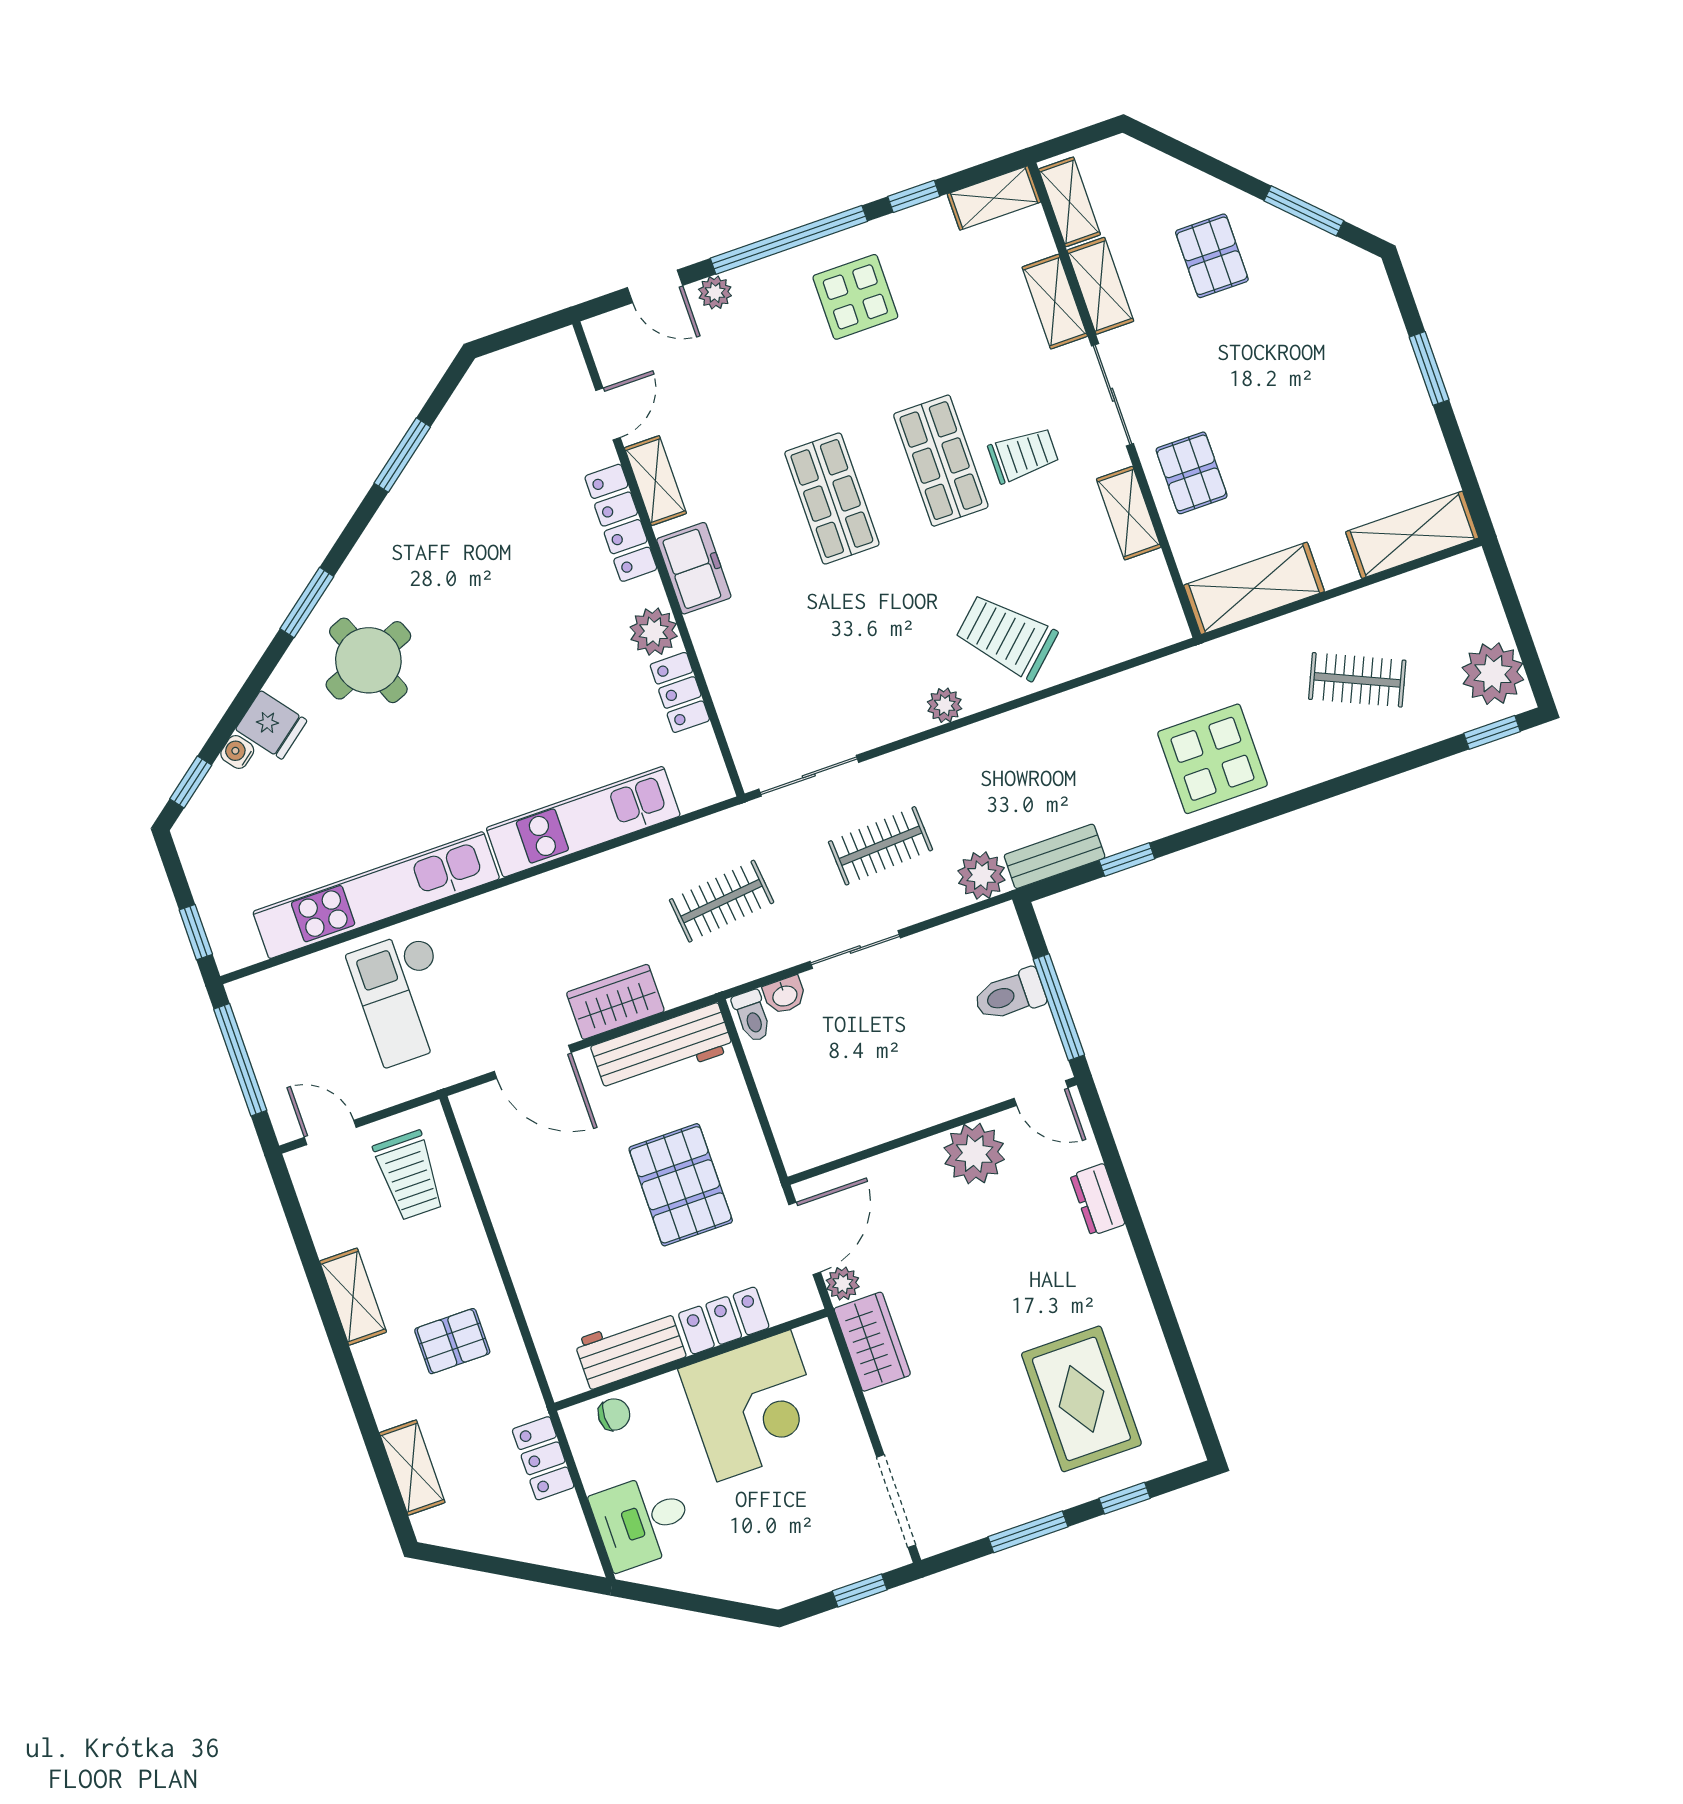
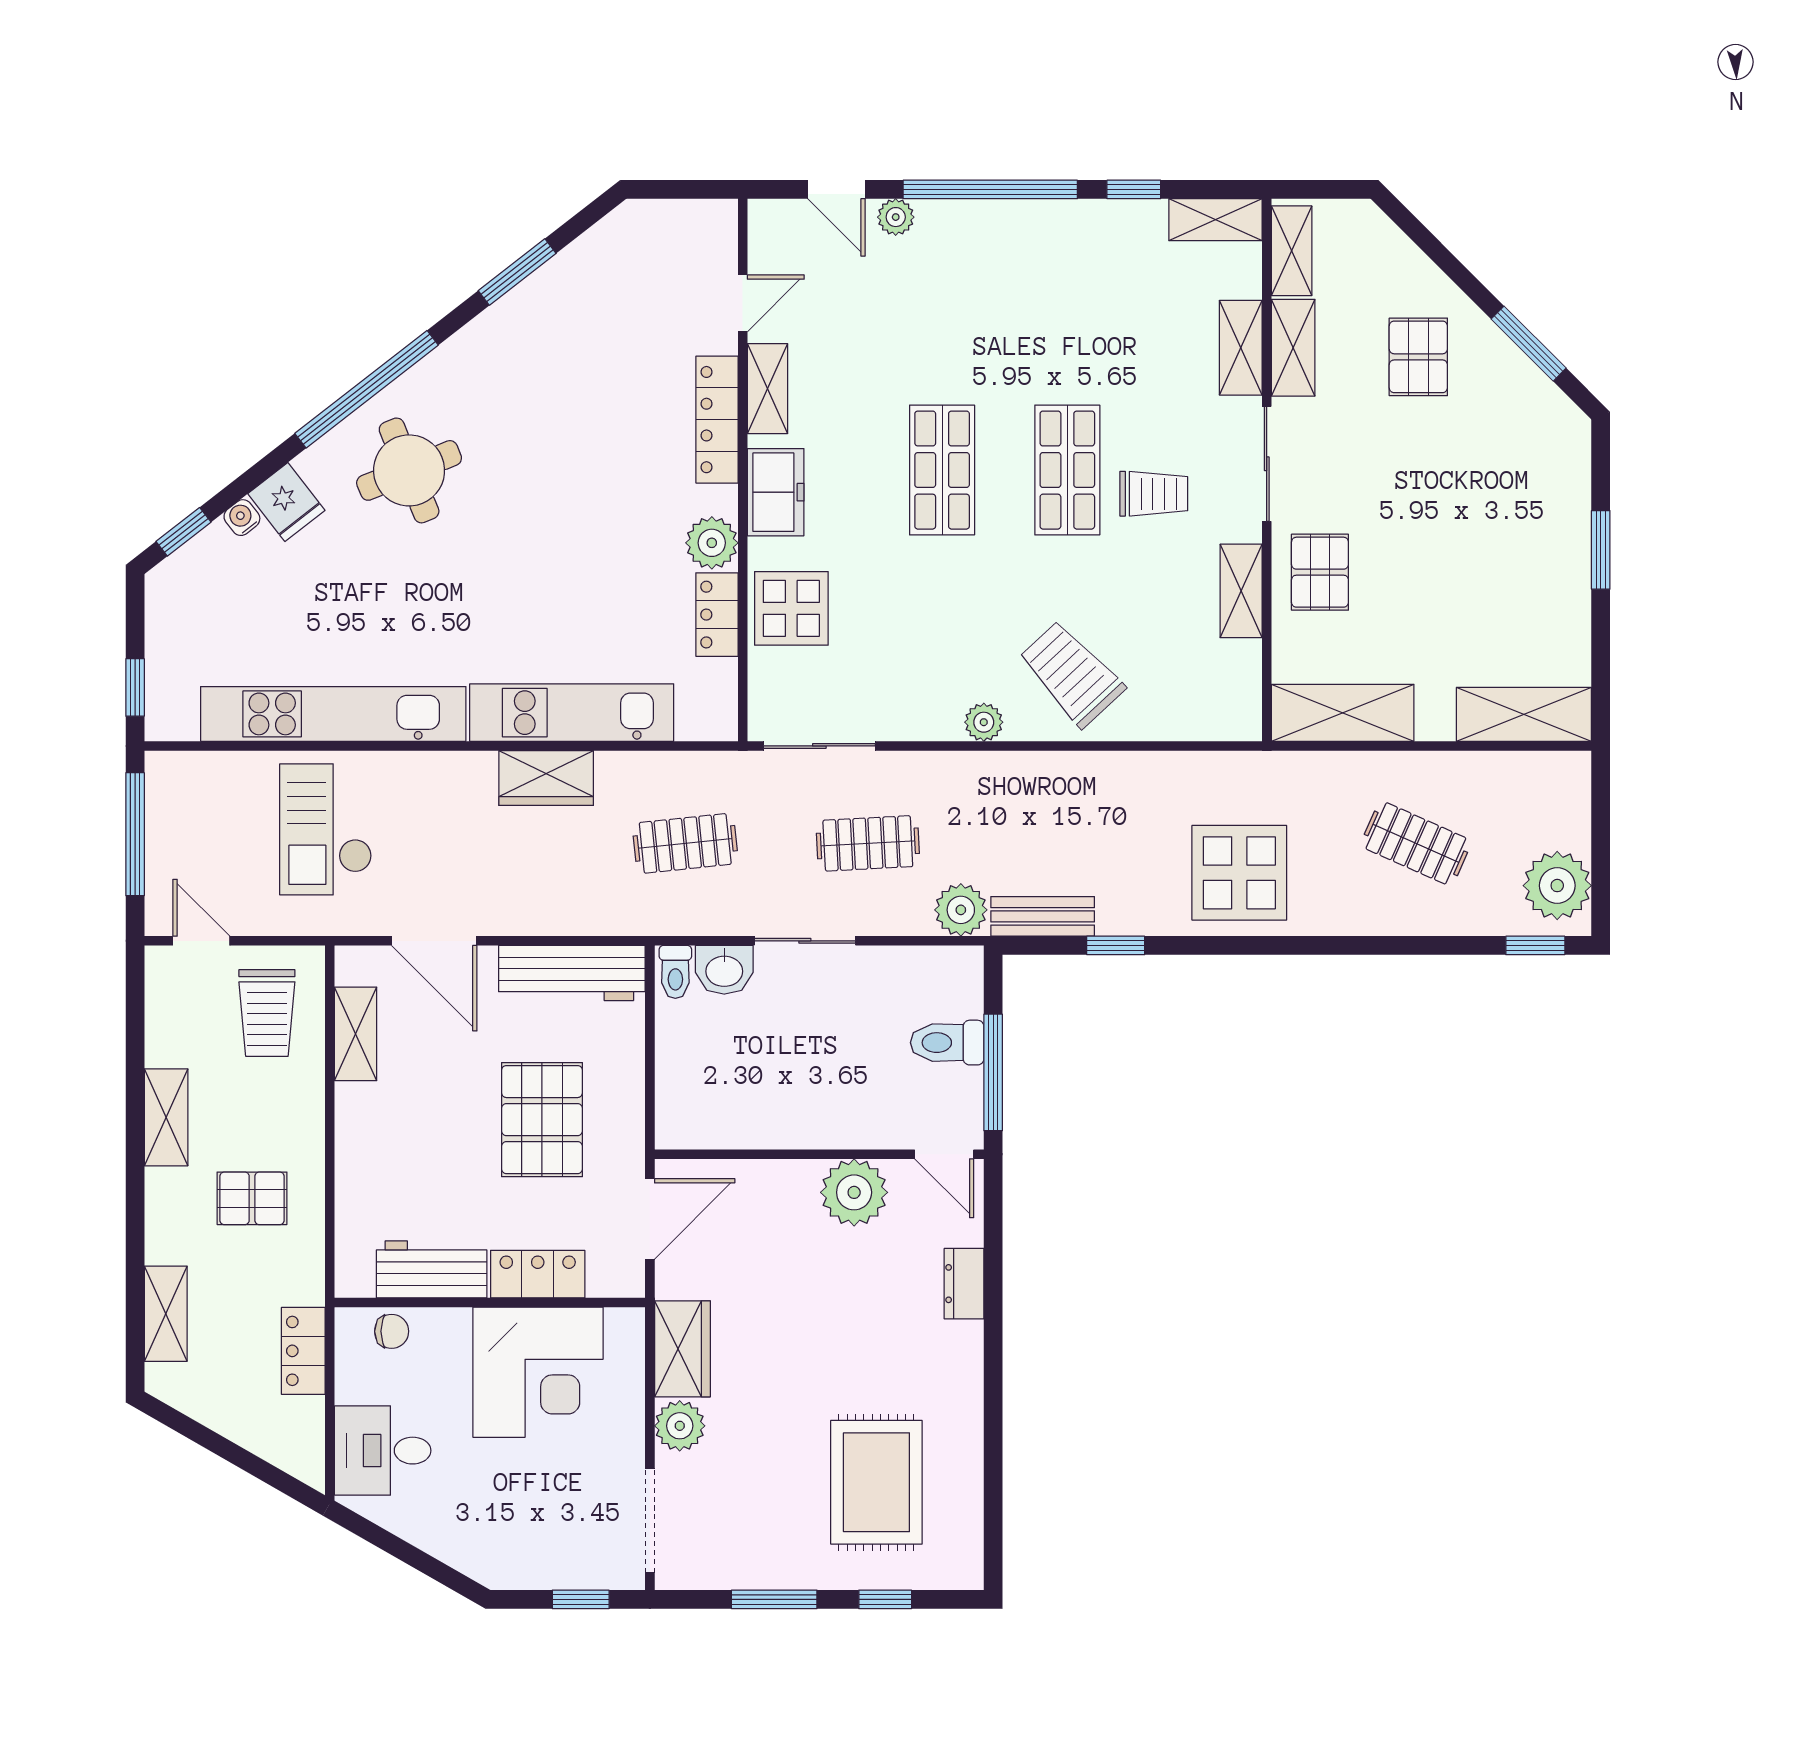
display table: (855, 297) -> (791, 608), moved
window: (307, 603) -> (367, 389), width x2.11
washbasin: (785, 995) -> (724, 970), width x1.38, depth x1.45
wardrobe: (615, 1002) -> (546, 778), moved, turned 180
shelving: (493, 1167) -> (356, 1034), added
plant: (843, 1284) -> (680, 1426), moved, width x1.38, depth x1.38

